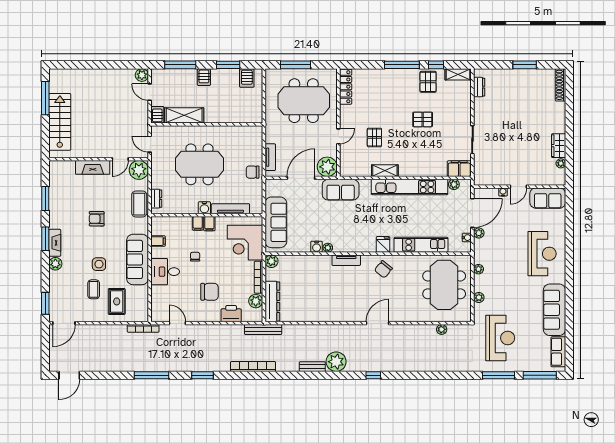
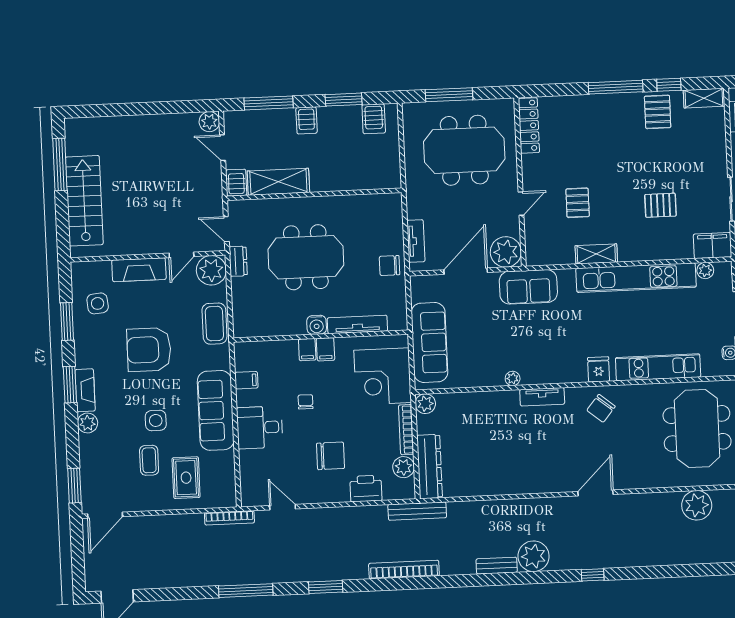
pallet: (423, 119) -> (660, 205), moved
side table: (65, 188) -> (98, 303), added
dresser: (156, 199) -> (238, 261), moved
armchair: (97, 219) -> (149, 350), width x1.88, depth x1.88
water cooler: (317, 247) -> (495, 378), removed
plant: (442, 329) -> (697, 505), width x1.88, depth x1.88

